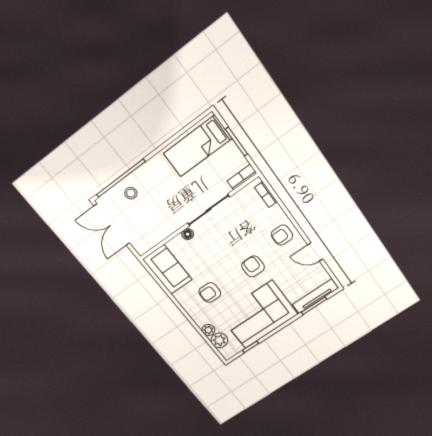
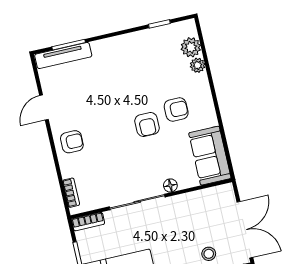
door: (315, 252) -> (44, 108), swing flipped
armchair: (253, 266) -> (147, 124), moved
corner sofa: (259, 315) -> (134, 60), removed

